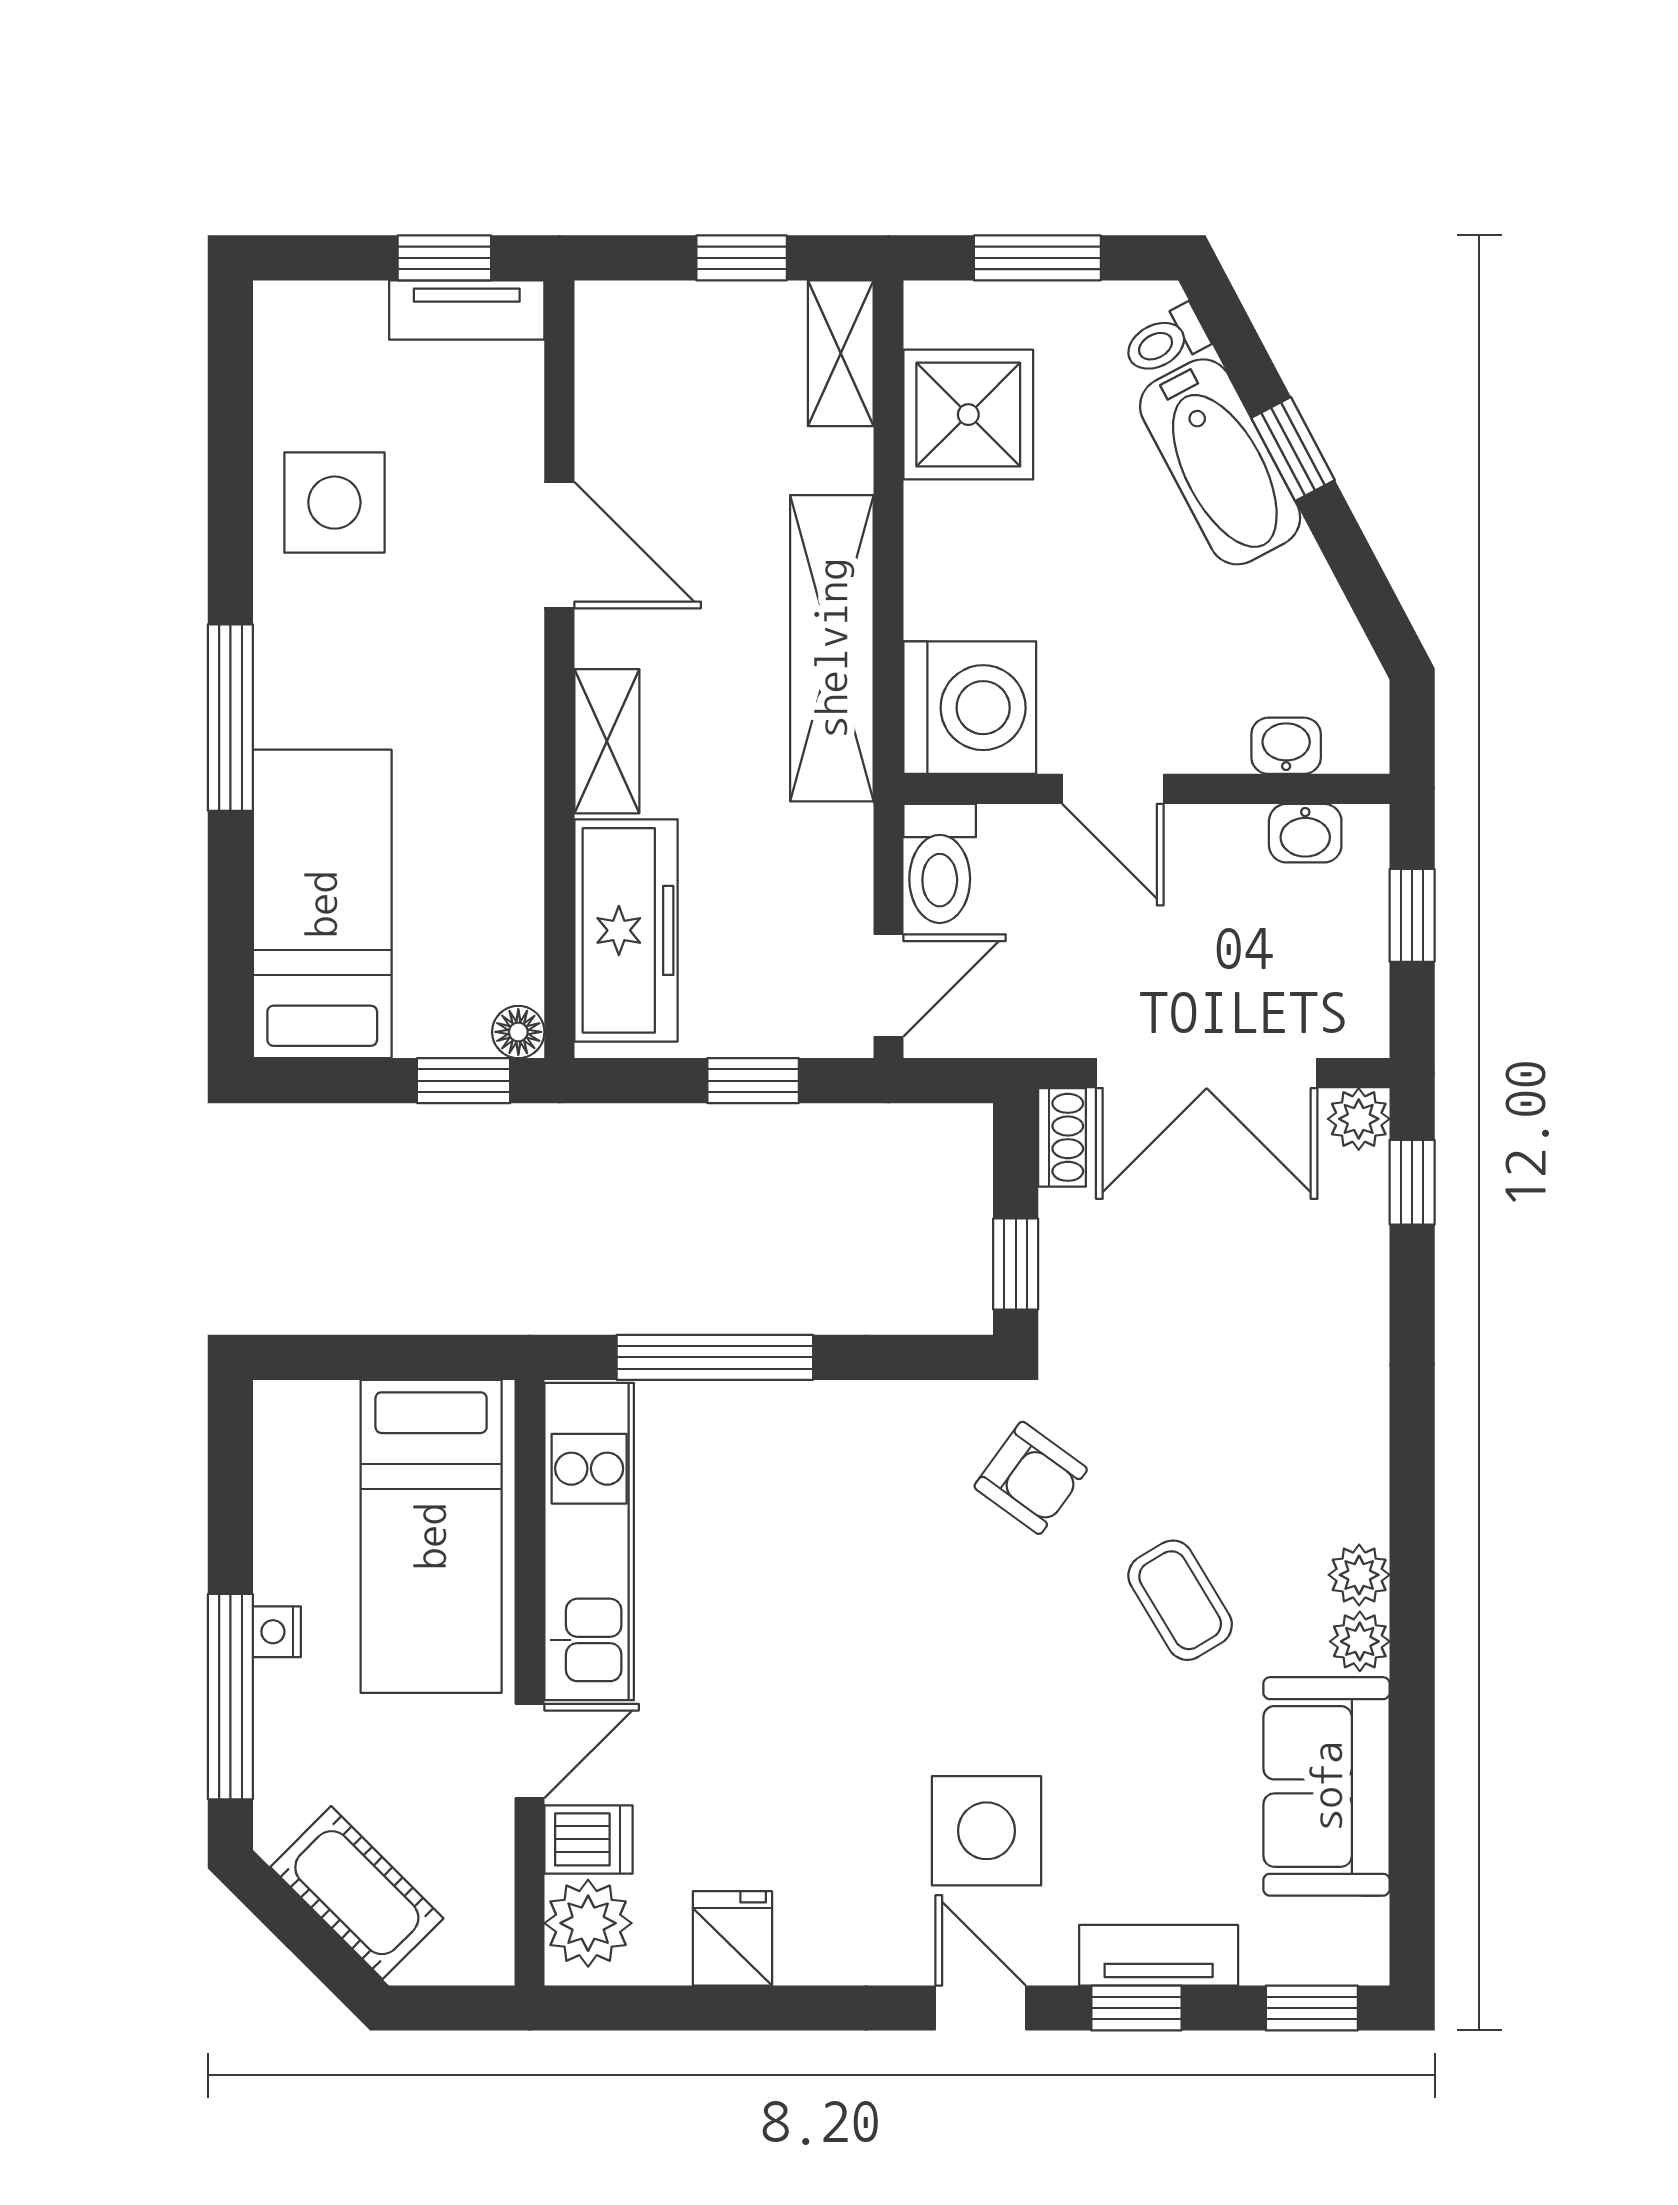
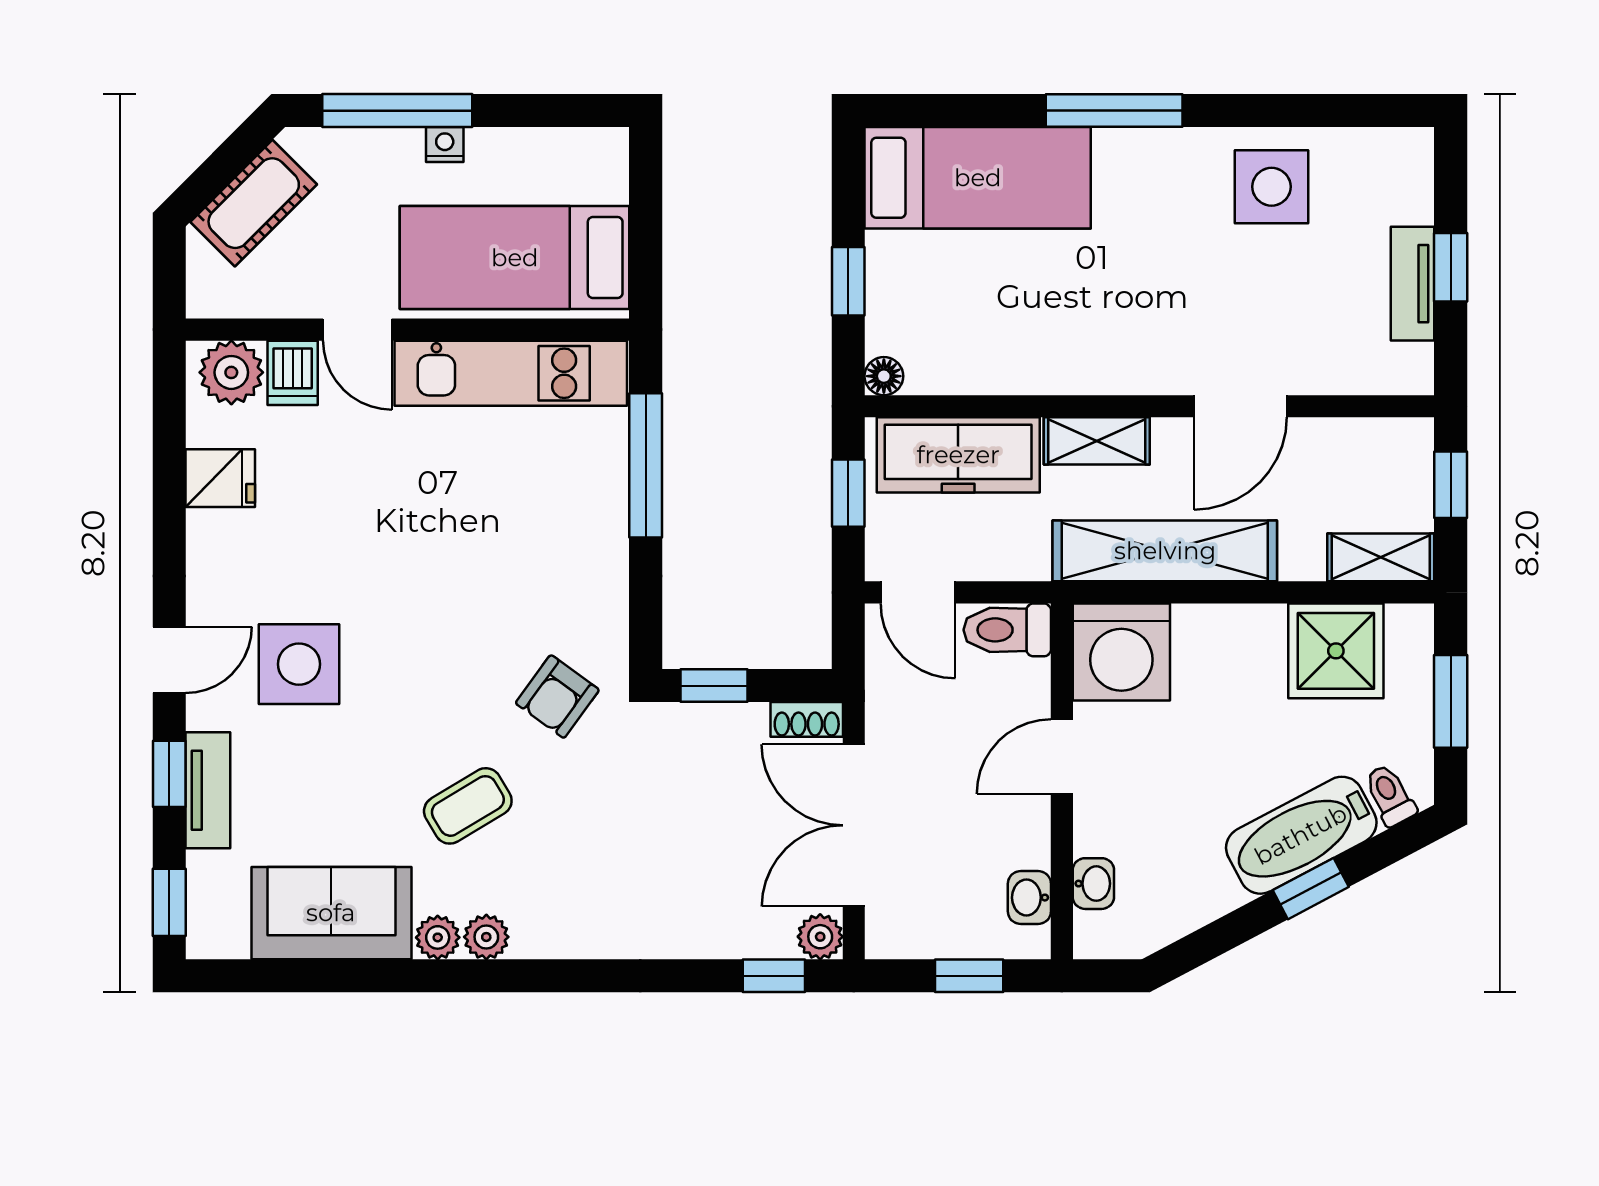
door: (559, 545) -> (1240, 406), moved
wall: (559, 669) -> (1149, 406), moved
shelving: (607, 741) -> (1097, 441), moved
freezer: (626, 930) -> (958, 455), moved
floor lamp: (518, 1032) -> (884, 376), moved

